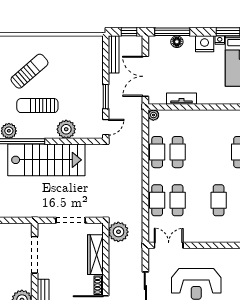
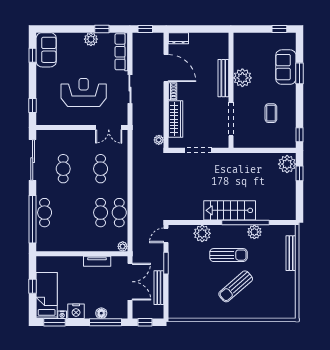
bench: (114, 54) -> (159, 288), moved
stairs: (46, 160) -> (230, 210), width x0.73, depth x0.66
cafe table: (157, 200) -> (119, 169), removed
plant: (118, 232) -> (159, 140), width x0.53, depth x0.53

